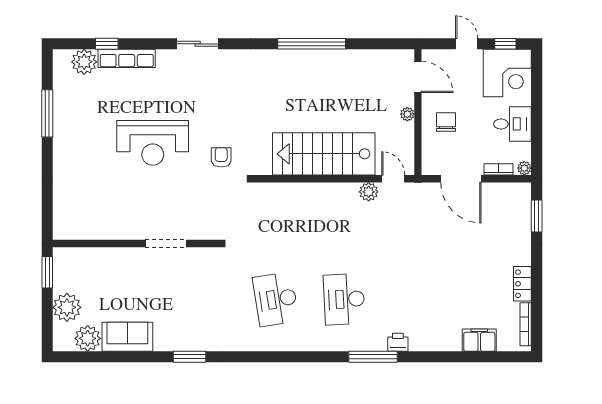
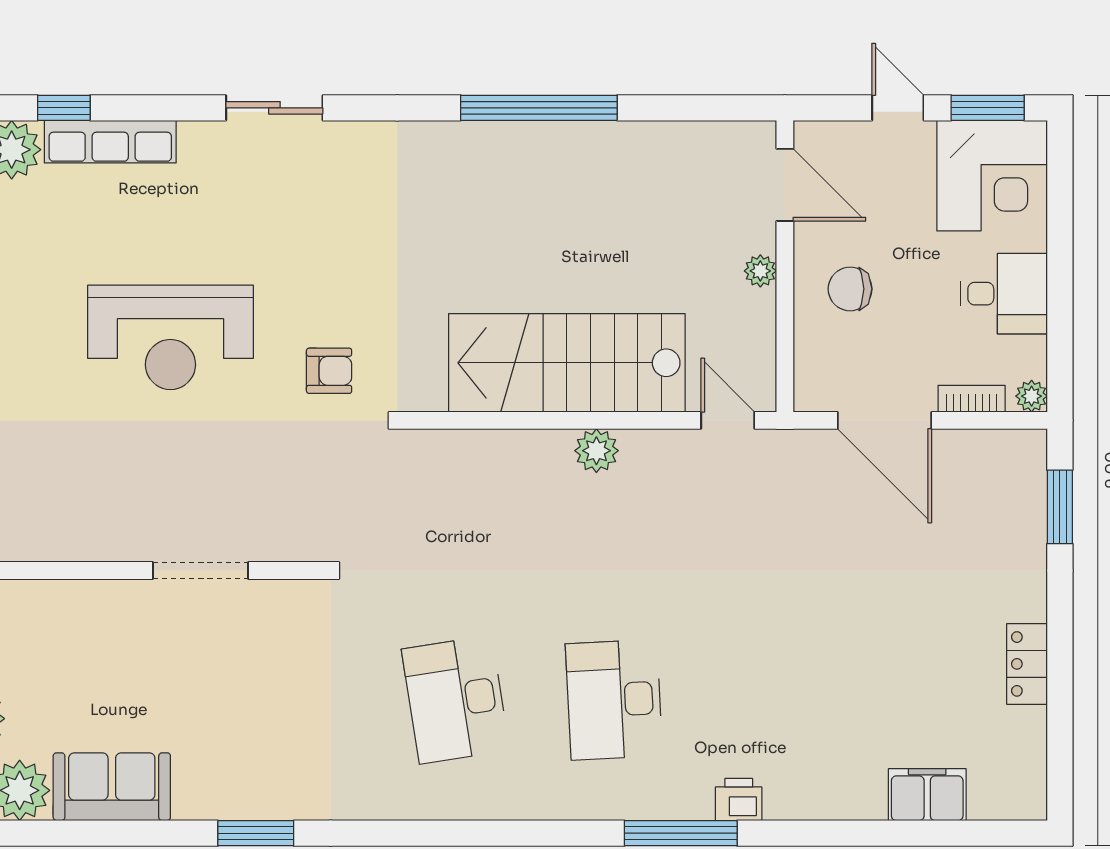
window: (505, 44) -> (988, 108), width x1.50
chair: (446, 122) -> (850, 289), turned -90
armchair: (221, 157) -> (329, 371), turned 90
plant: (369, 192) -> (596, 451), moved
bookcase: (526, 324) -> (1035, 758), removed

